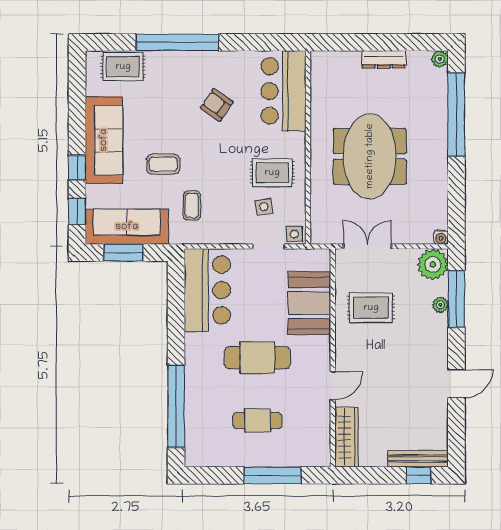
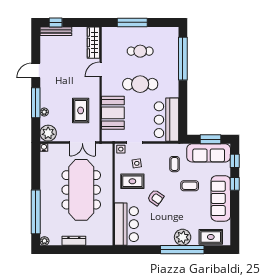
plant: (177, 66) -> (183, 237), added
armchair: (217, 105) -> (156, 198), moved
meeting table: (370, 156) -> (81, 190), width x1.36
window: (456, 299) -> (36, 103), moved
rug: (371, 308) -> (81, 110), turned 90

